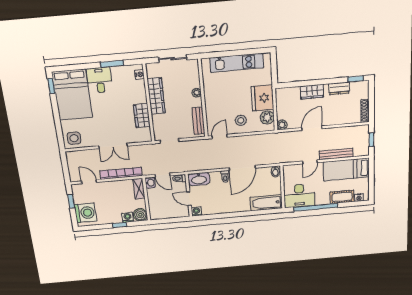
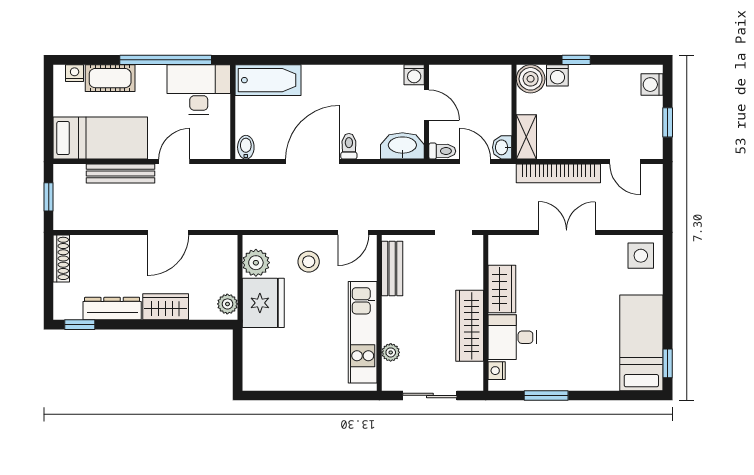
kitchen unit: (237, 63) -> (363, 332), moved, turned -90
desk: (100, 80) -> (512, 337), moved, turned 90
dresser: (339, 88) -> (112, 309), width x1.44
plant: (197, 93) -> (391, 352), moved
bed: (72, 95) -> (641, 343), width x0.67
plant: (282, 125) -> (227, 304), moved
washing machine: (85, 213) -> (652, 85), width x0.53, depth x0.53

